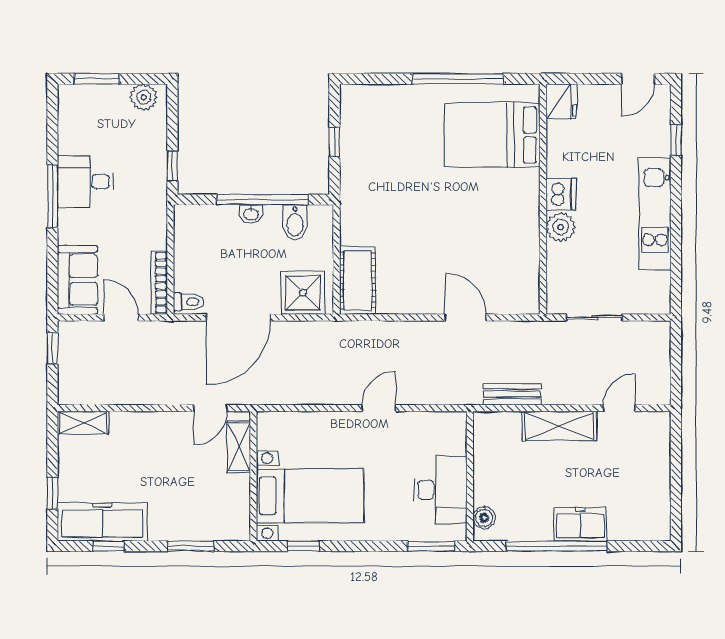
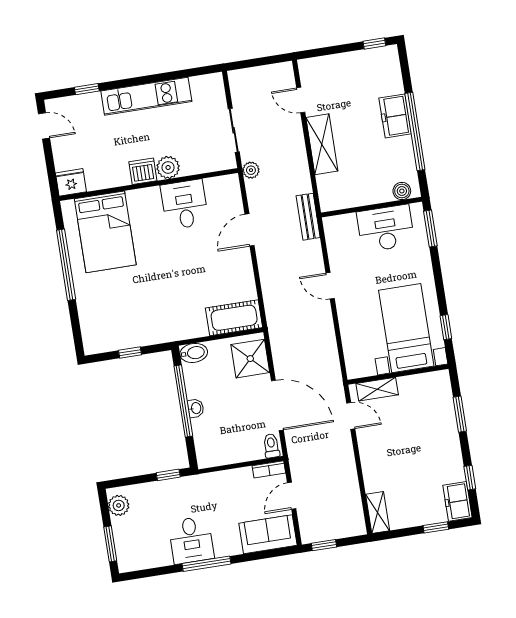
bidet: (295, 222) -> (194, 353), moved
desk: (511, 241) -> (185, 204), added
bookcase: (159, 283) -> (269, 469), width x0.64
plant: (541, 331) -> (251, 170), added
bench: (512, 394) -> (308, 217), moved
window: (676, 513) -> (374, 43), added
freezer: (102, 522) -> (457, 501), width x0.52, depth x0.79

